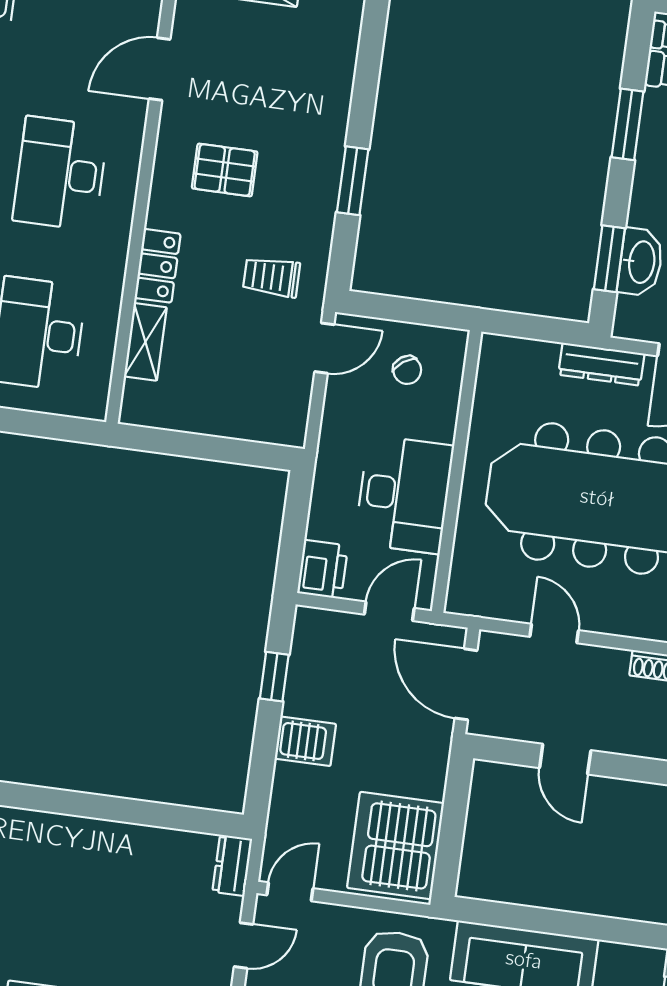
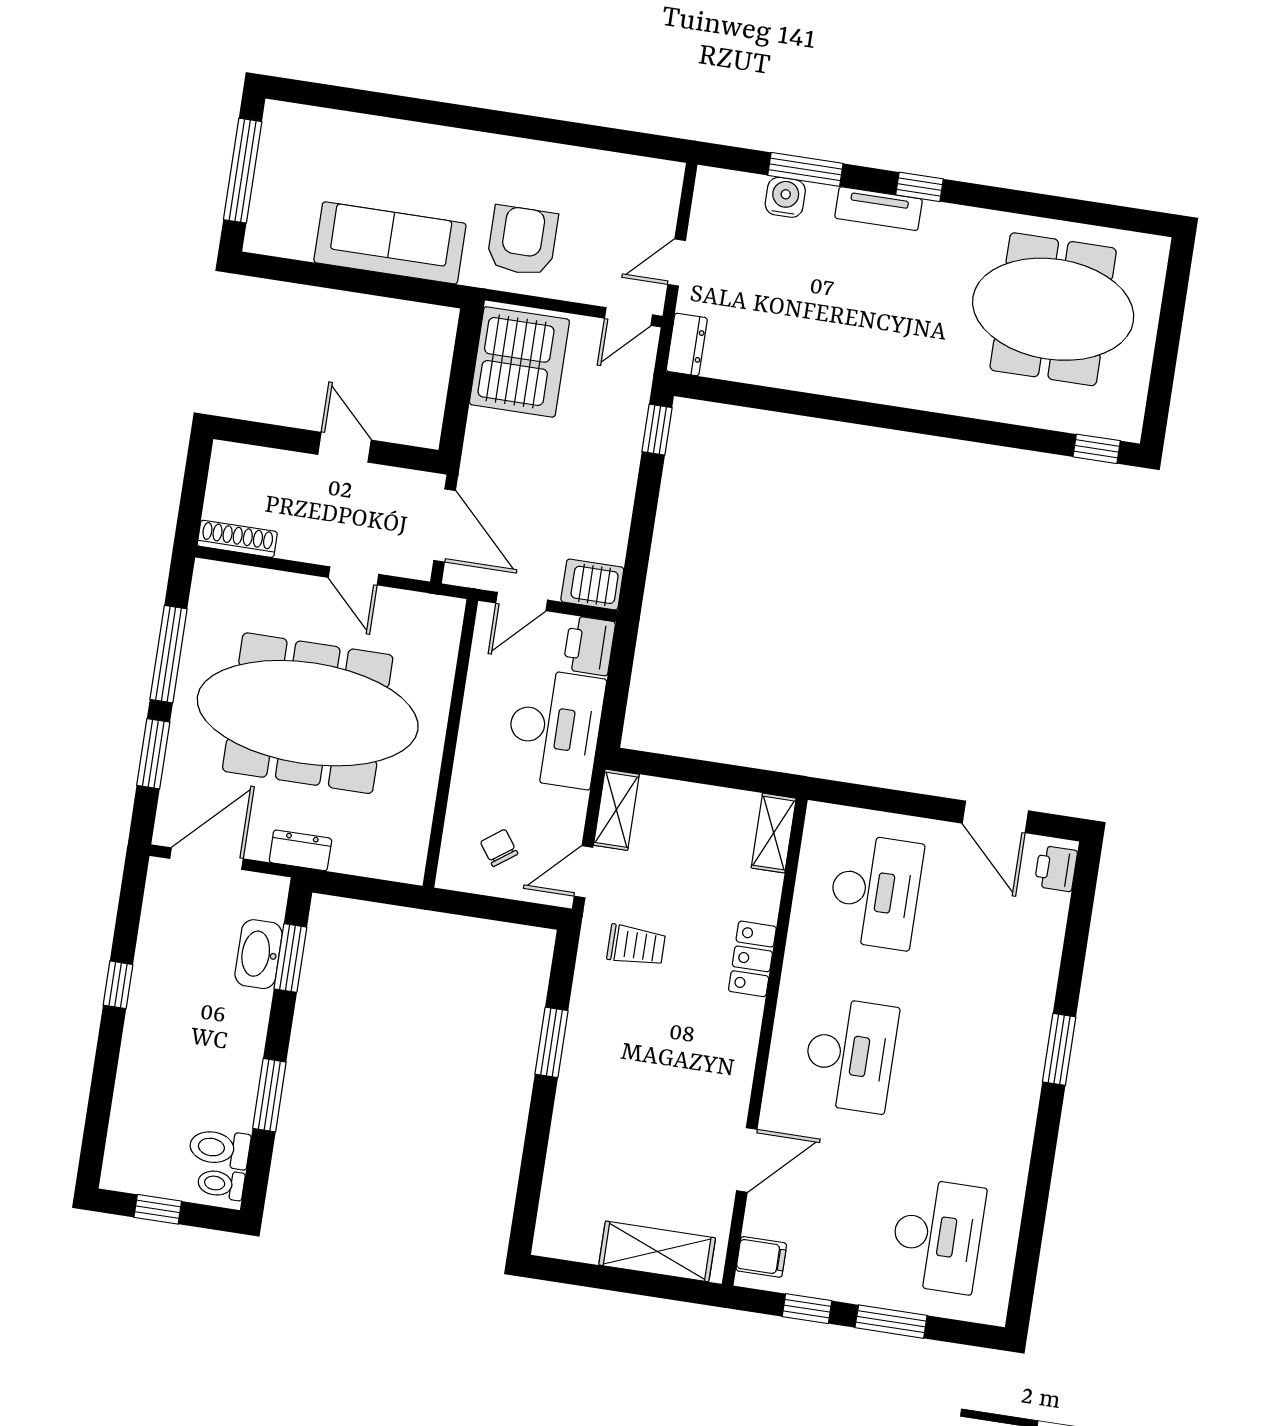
pallet: (225, 170) -> (682, 1056), removed
shelving: (145, 342) -> (774, 833), moved
dresser: (601, 364) -> (300, 850), width x0.70
shelving: (293, 409) -> (616, 810), added
desk: (404, 494) -> (555, 728), moved, turned 180
window: (274, 677) -> (657, 430), moved
server rack: (305, 741) -> (592, 585), moved

